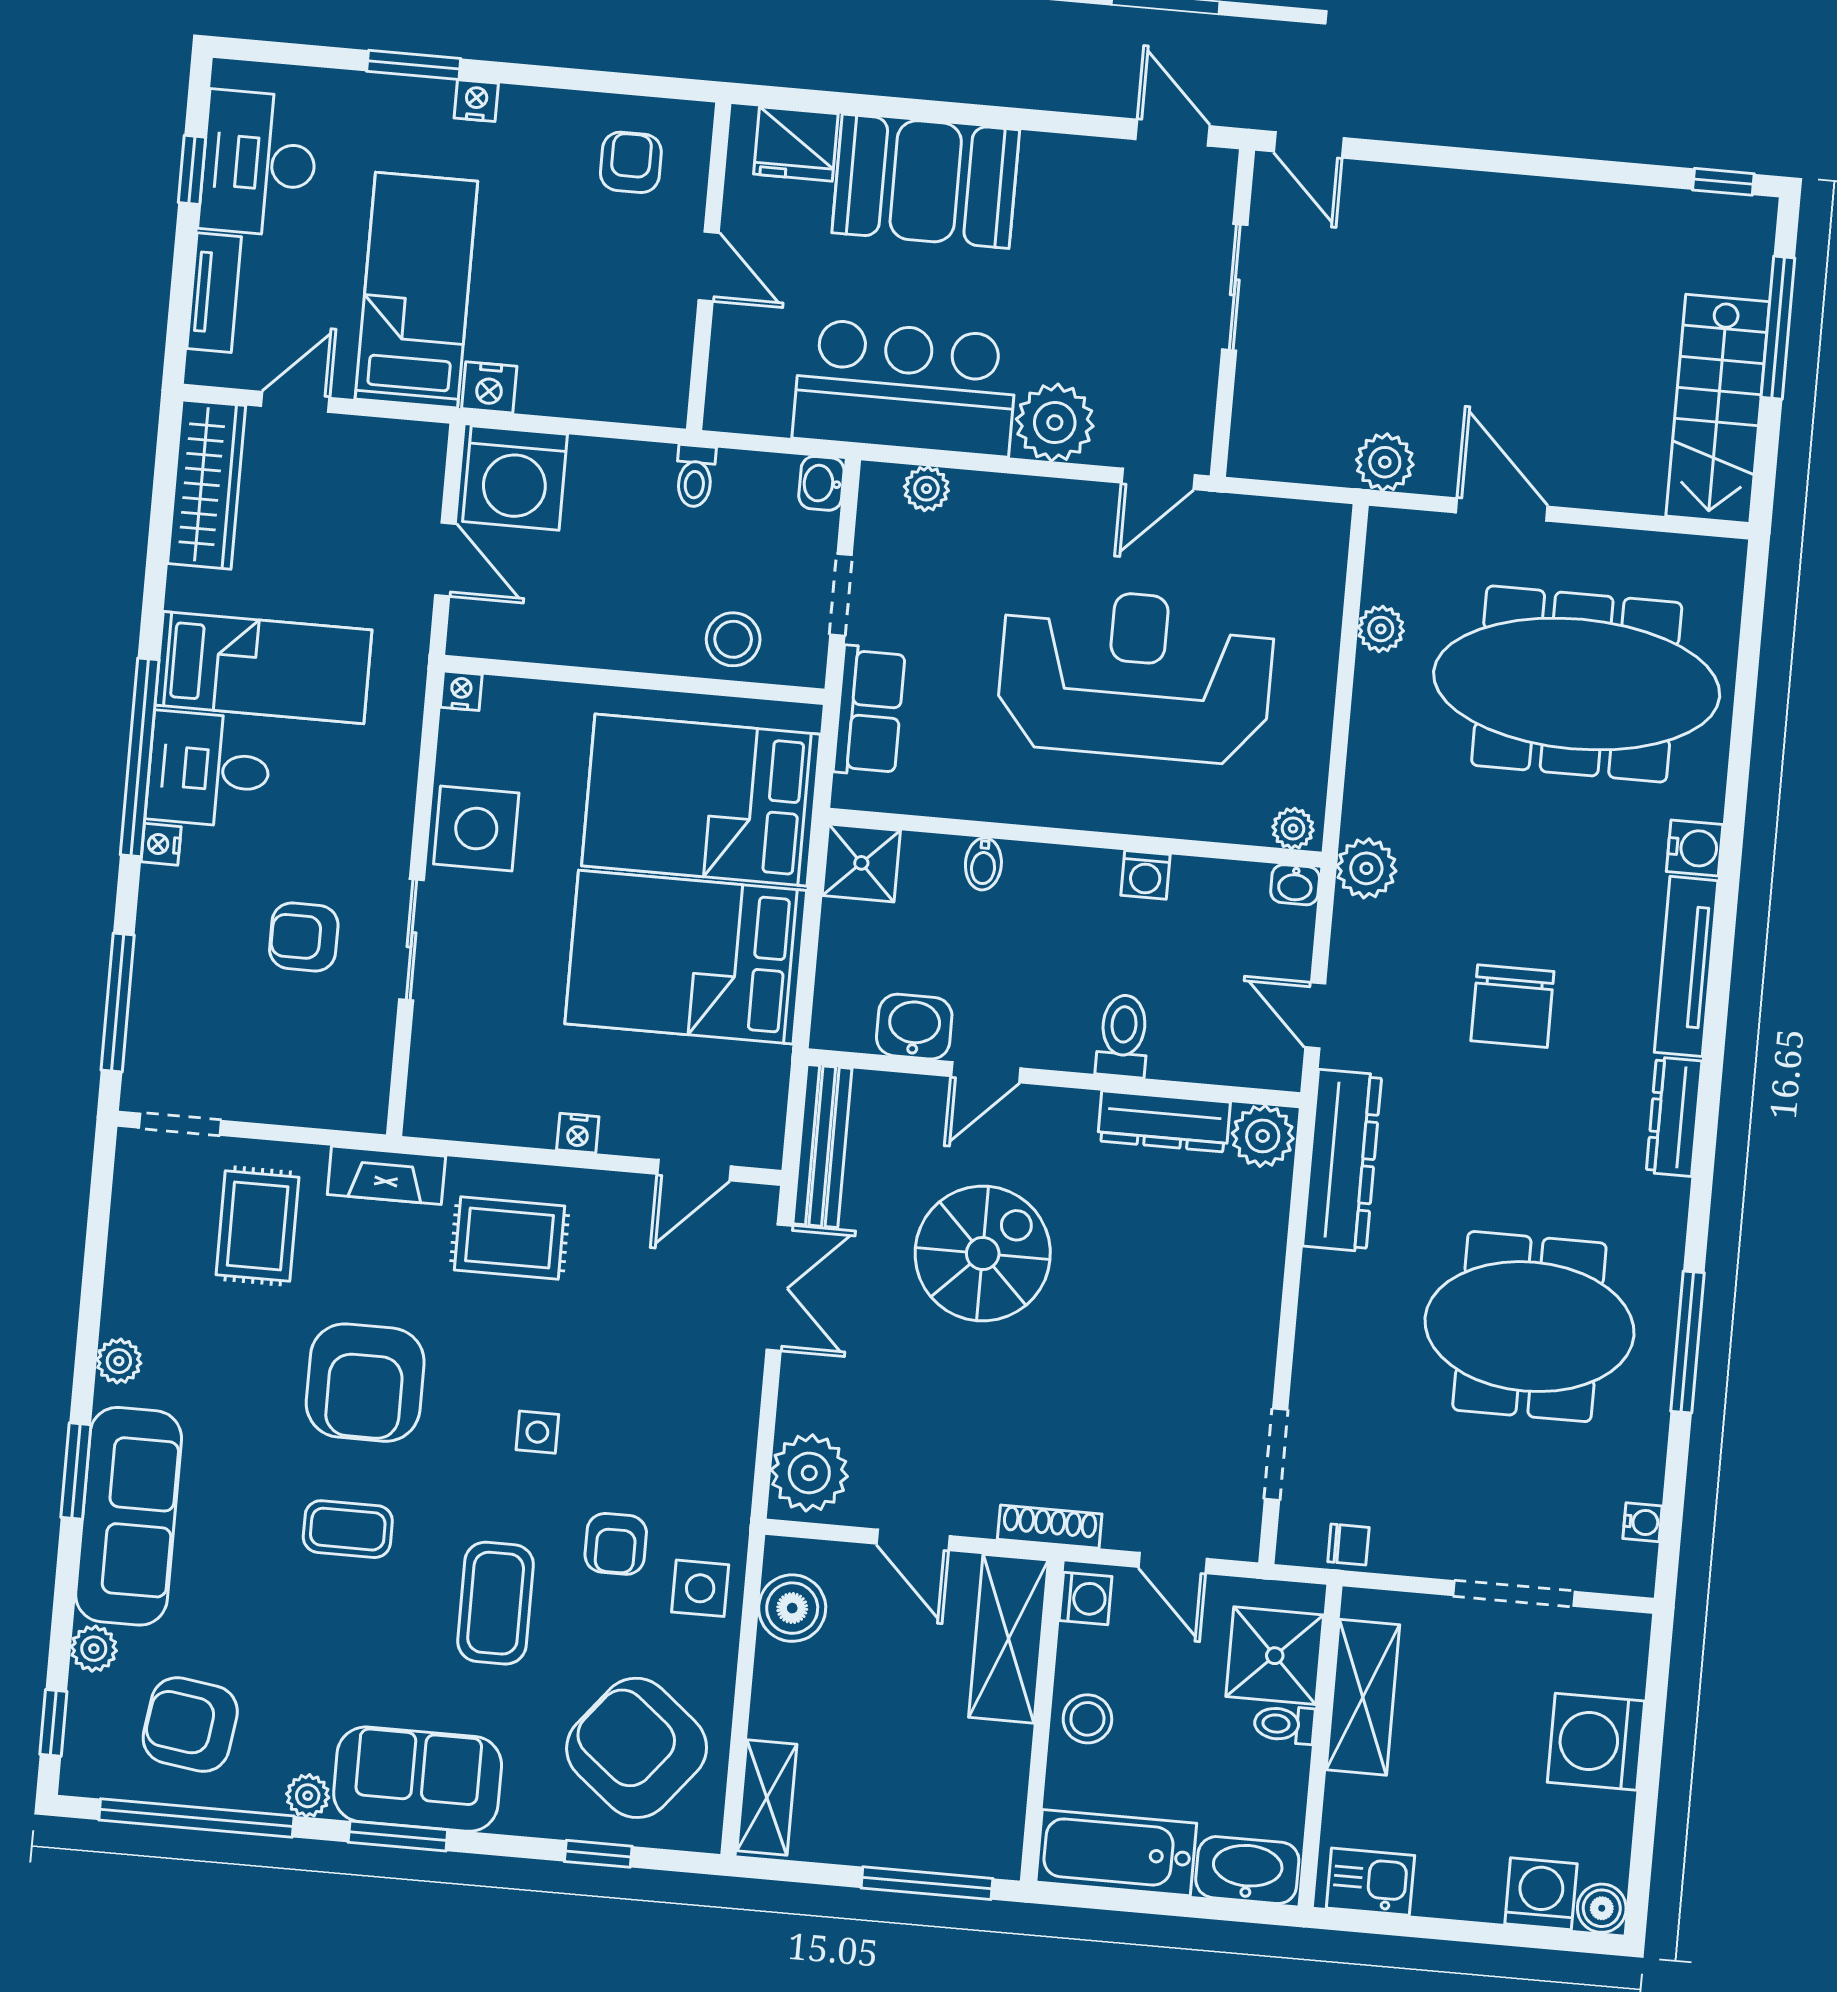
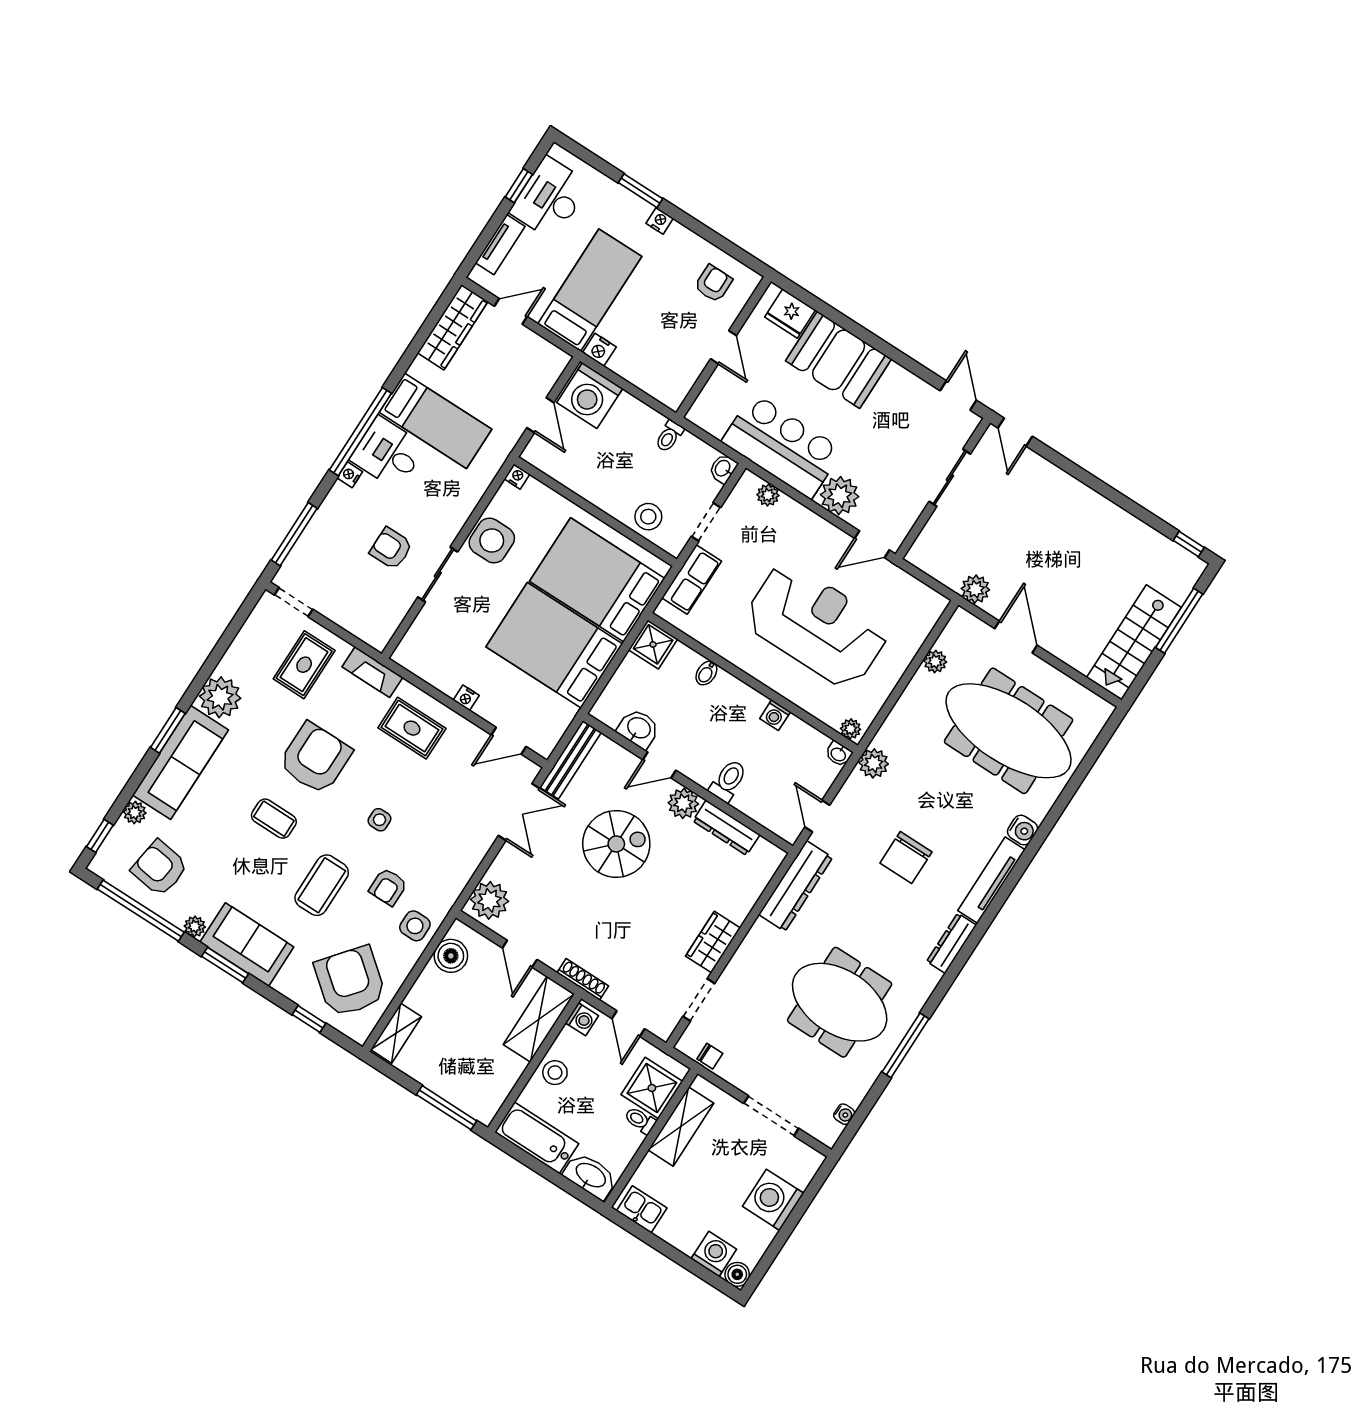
plant: (1263, 1136) -> (683, 803), moved
wardrobe: (1247, 1338) -> (713, 942), added
plant: (119, 1361) -> (220, 697), width x1.88, depth x1.88
armchair: (365, 1383) -> (315, 758), turned 180

